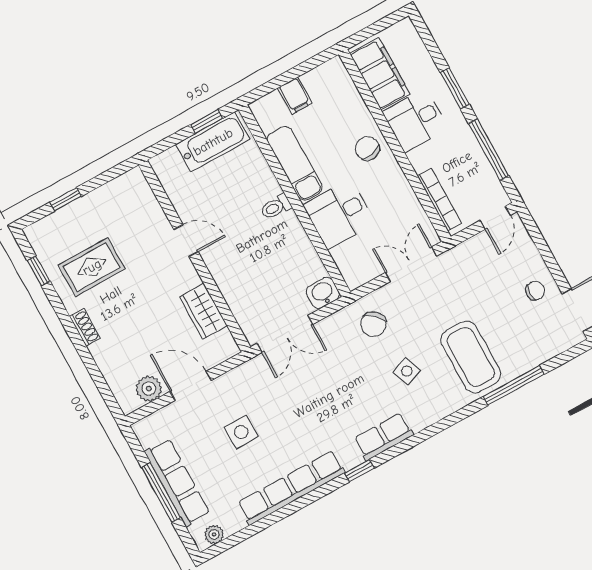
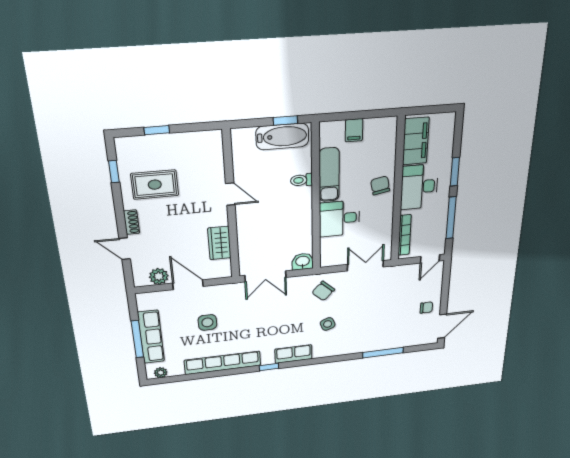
desk: (415, 120) -> (419, 187), width x1.37
toilet: (276, 207) -> (301, 180), moved
coffee table: (471, 357) -> (369, 329), removed
door: (92, 367) -> (125, 249), added

